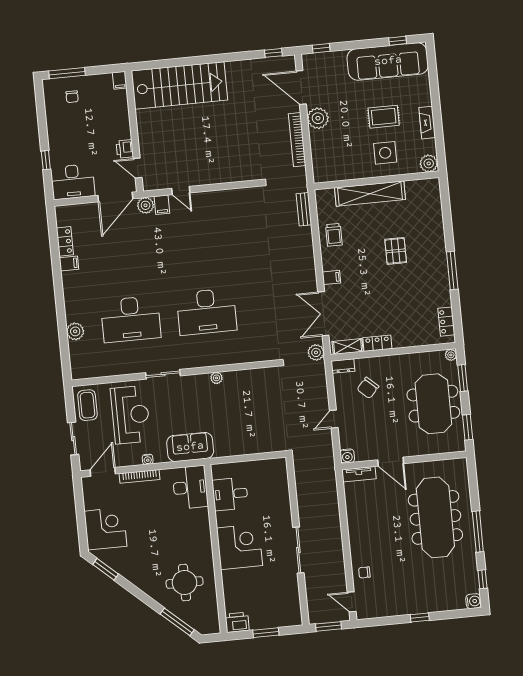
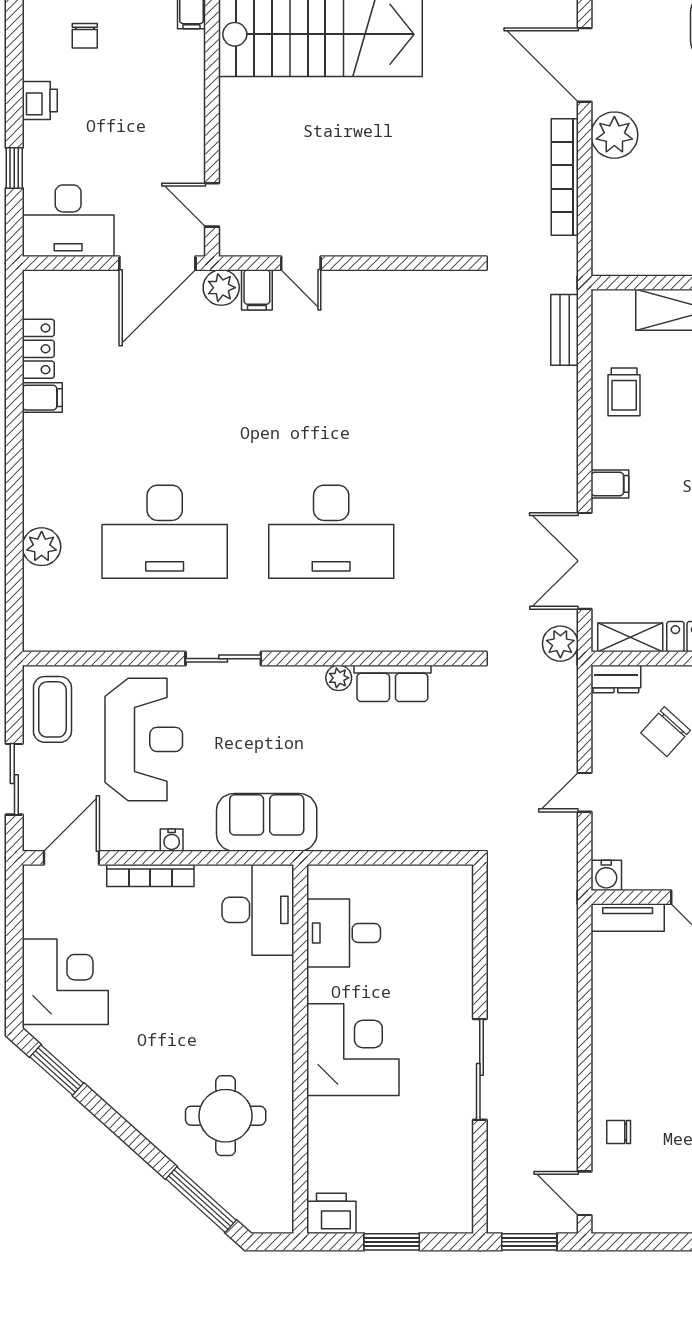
printer: (125, 149) -> (40, 100), moved, turned 180
row of seats: (241, 378) -> (392, 683), added

